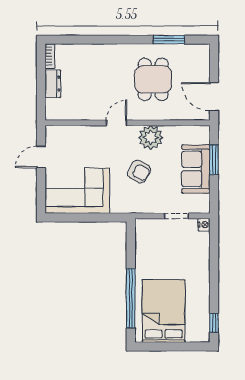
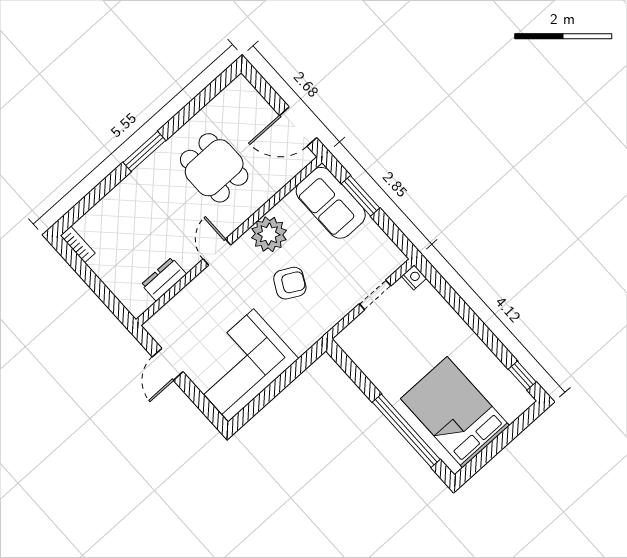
window: (169, 40) -> (144, 151), moved
dresser: (53, 84) -> (164, 279), moved, turned -90
sofa: (196, 169) -> (331, 203), moved

